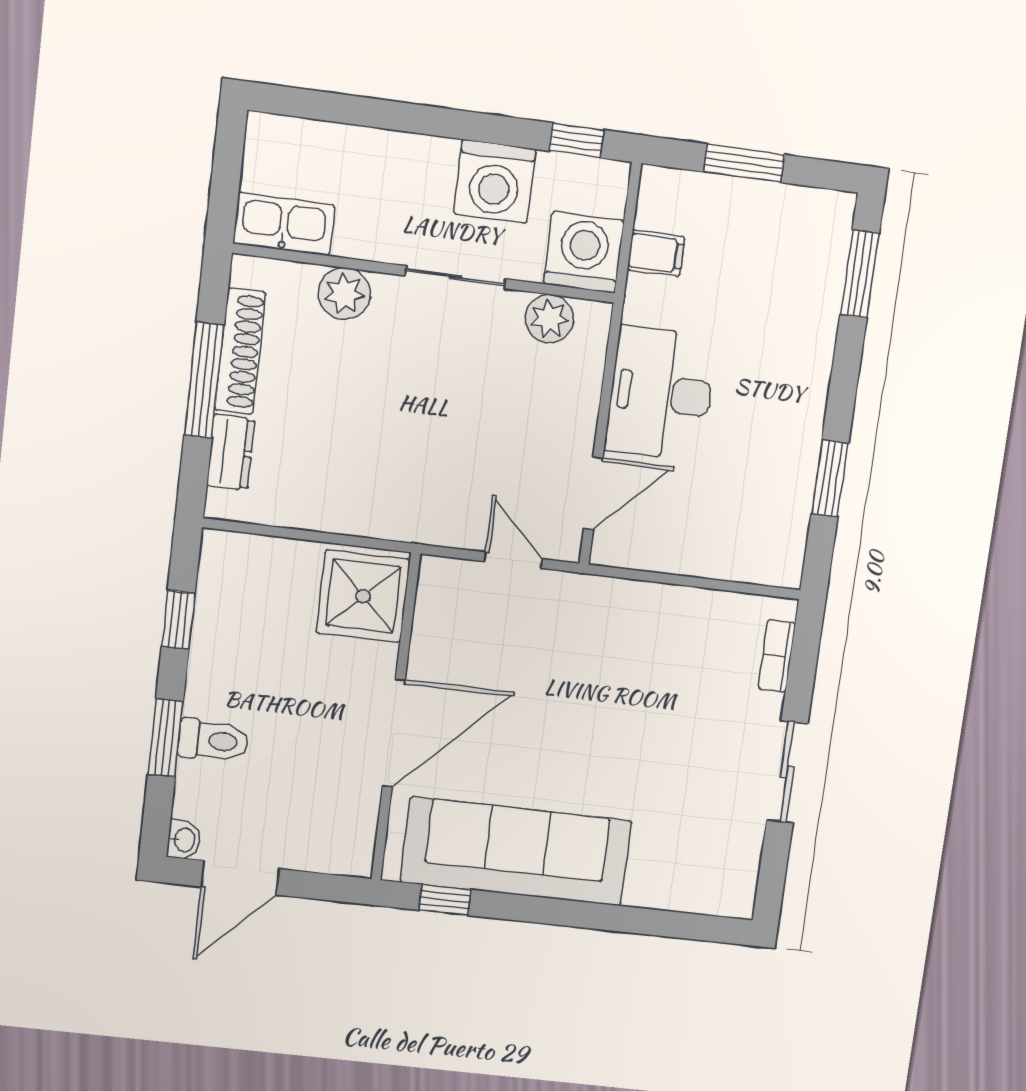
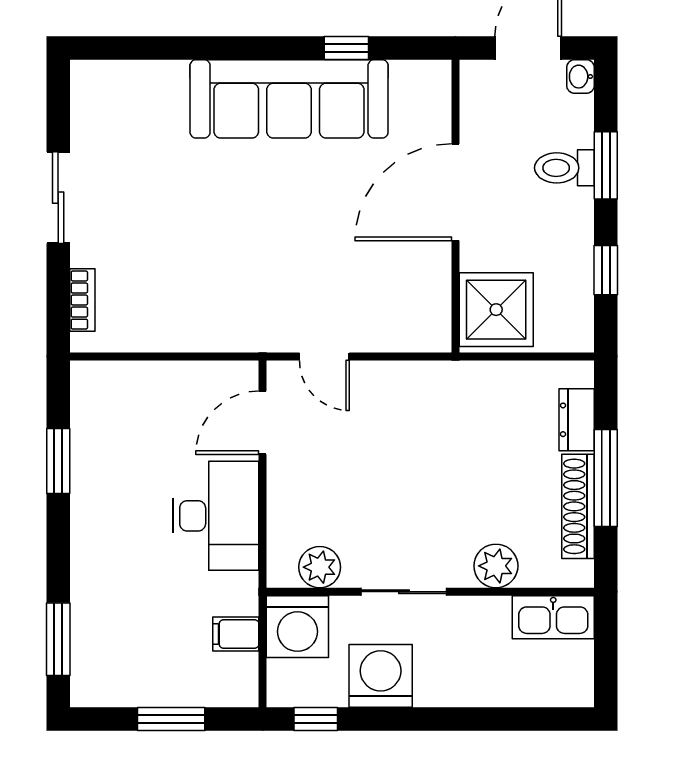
shower: (363, 596) -> (496, 310), moved
wall: (396, 718) -> (455, 206), moved
door: (394, 733) -> (455, 192), moved

